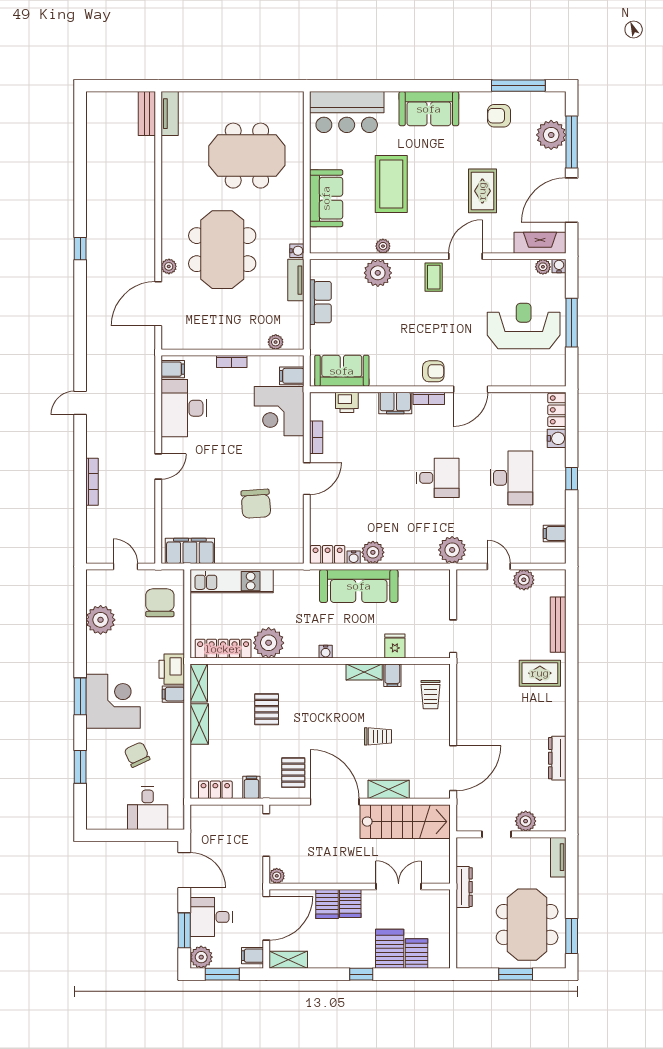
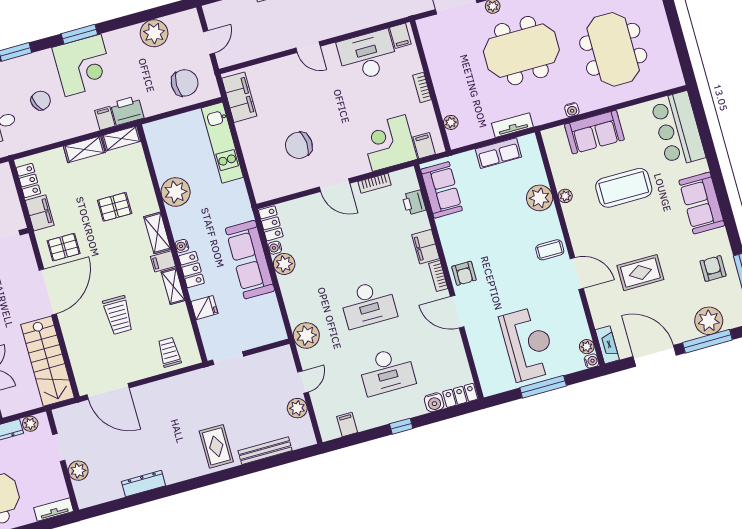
fireplace: (540, 243) -> (607, 345), width x0.73, depth x0.76
water cooler: (297, 251) -> (572, 110), moved
desk: (438, 478) -> (368, 304), width x1.37
locker: (223, 649) -> (191, 270), moved, width x0.66
filing cabinet: (392, 675) -> (163, 261), moved
trolley: (430, 695) -> (169, 352), turned 90
trolley: (378, 736) -> (118, 315), width x1.36, depth x1.39
filing cabinet: (251, 787) -> (40, 213), width x2.00
shelving: (389, 789) -> (157, 233), moved
plant: (464, 857) -> (30, 424), added

